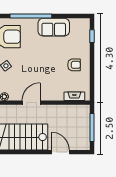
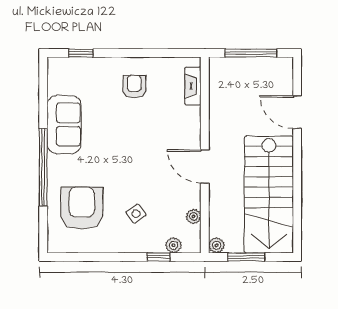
door: (60, 152) -> (297, 112), hinge flipped

